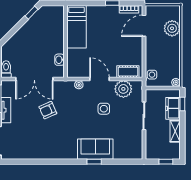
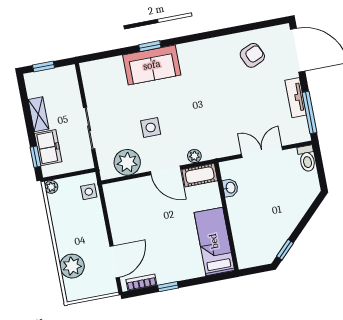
cot: (128, 72) -> (200, 175), moved
double door: (34, 79) -> (262, 152), width x0.73
armchair: (48, 110) -> (252, 55), moved

